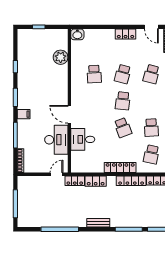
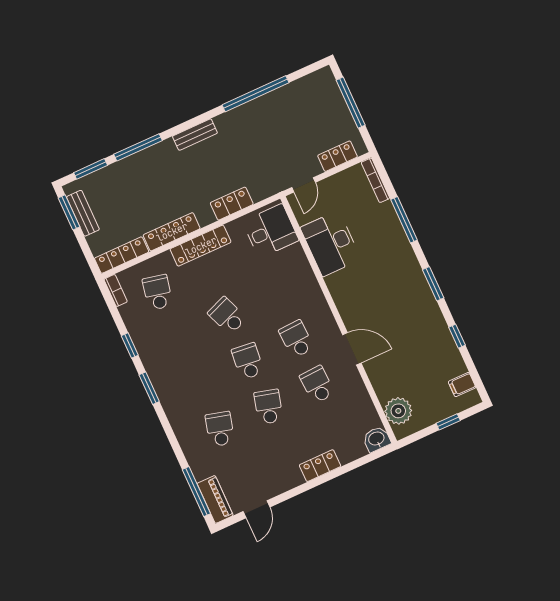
door: (151, 27) -> (256, 509), swing flipped
locker: (125, 34) -> (320, 466), moved
plant: (61, 57) -> (398, 411), moved
filing cabinet: (24, 114) -> (462, 385), moved
door: (69, 114) -> (352, 349), moved
school desk: (151, 128) -> (296, 339), moved
desk: (83, 139) -> (271, 231), moved
locker: (75, 181) -> (338, 156), moved

